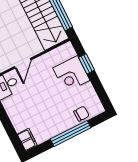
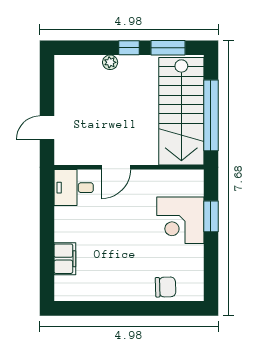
window: (71, 133) -> (134, 308), removed
filing cabinet: (27, 140) -> (65, 259), moved

